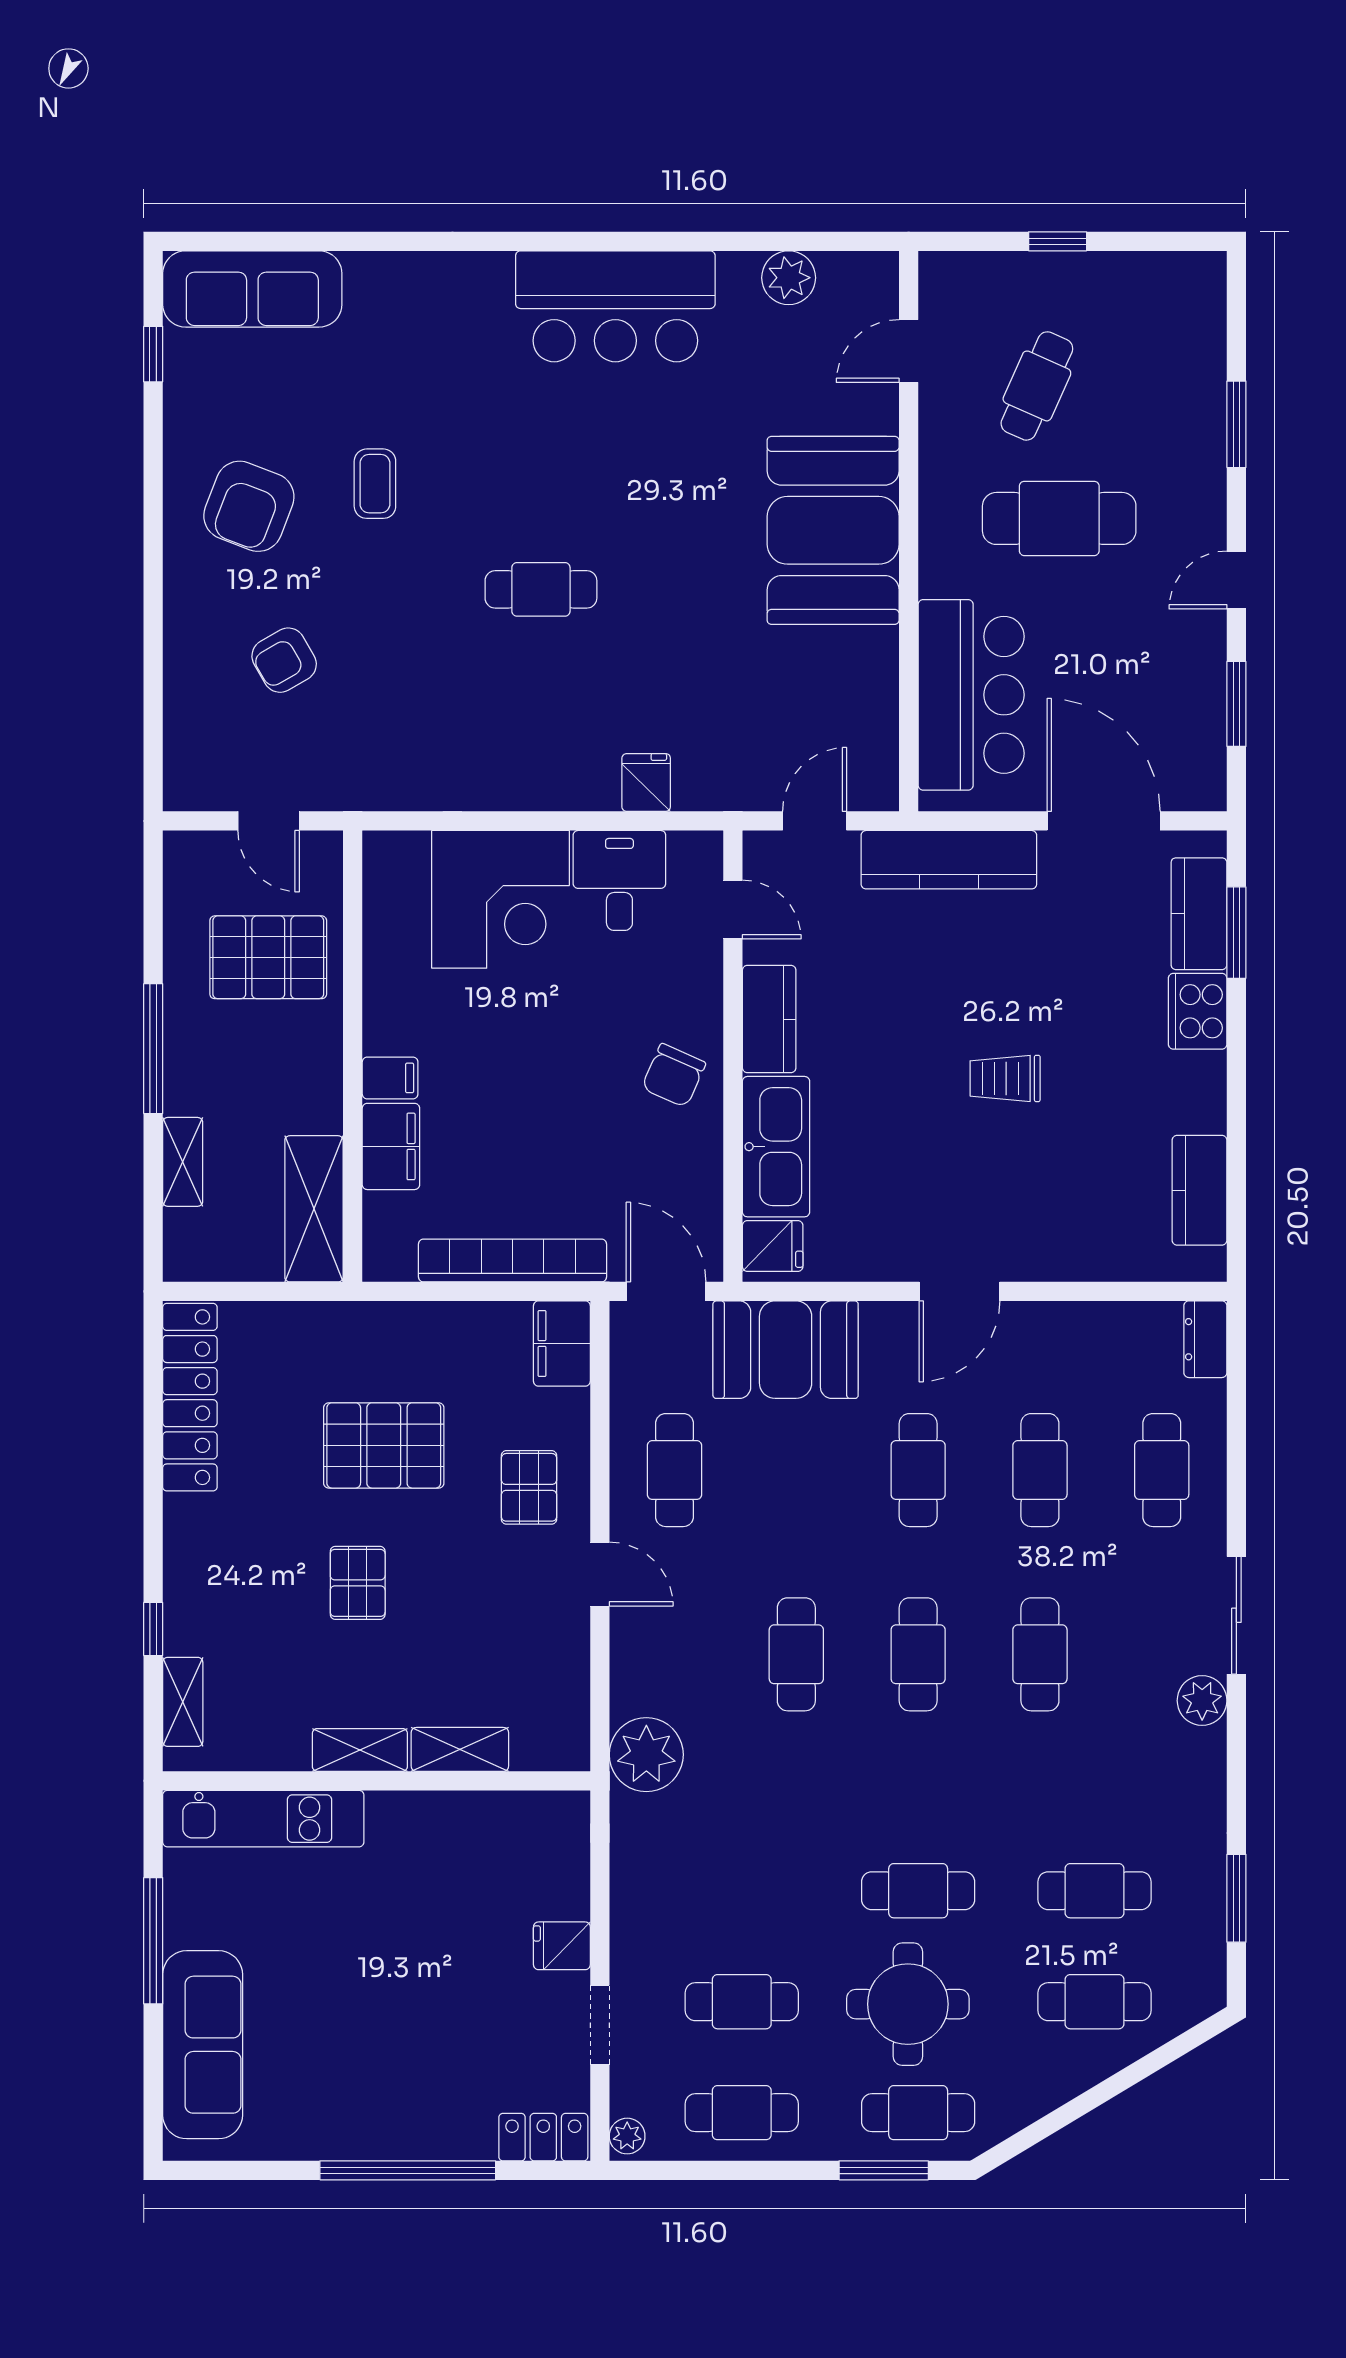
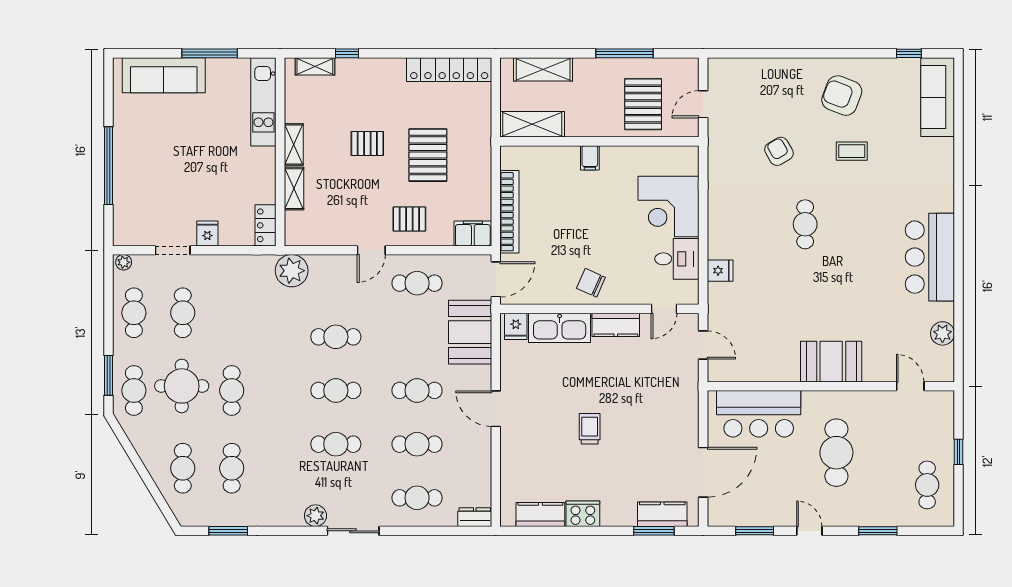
cafe table: (1037, 386) -> (927, 485), moved, turned 66
booth: (833, 530) -> (831, 362), width x0.73, depth x0.70
armchair: (284, 660) -> (779, 151), moved
kitchen counter: (949, 860) -> (686, 404), removed
cooker: (1198, 1011) -> (583, 514), moved
window: (153, 1049) -> (625, 53), moved
filing cabinet: (391, 1146) -> (560, 158), removed
shelving: (183, 1162) -> (543, 69), width x1.50, depth x1.33
locker: (543, 2137) -> (265, 225), moved, turned 180

